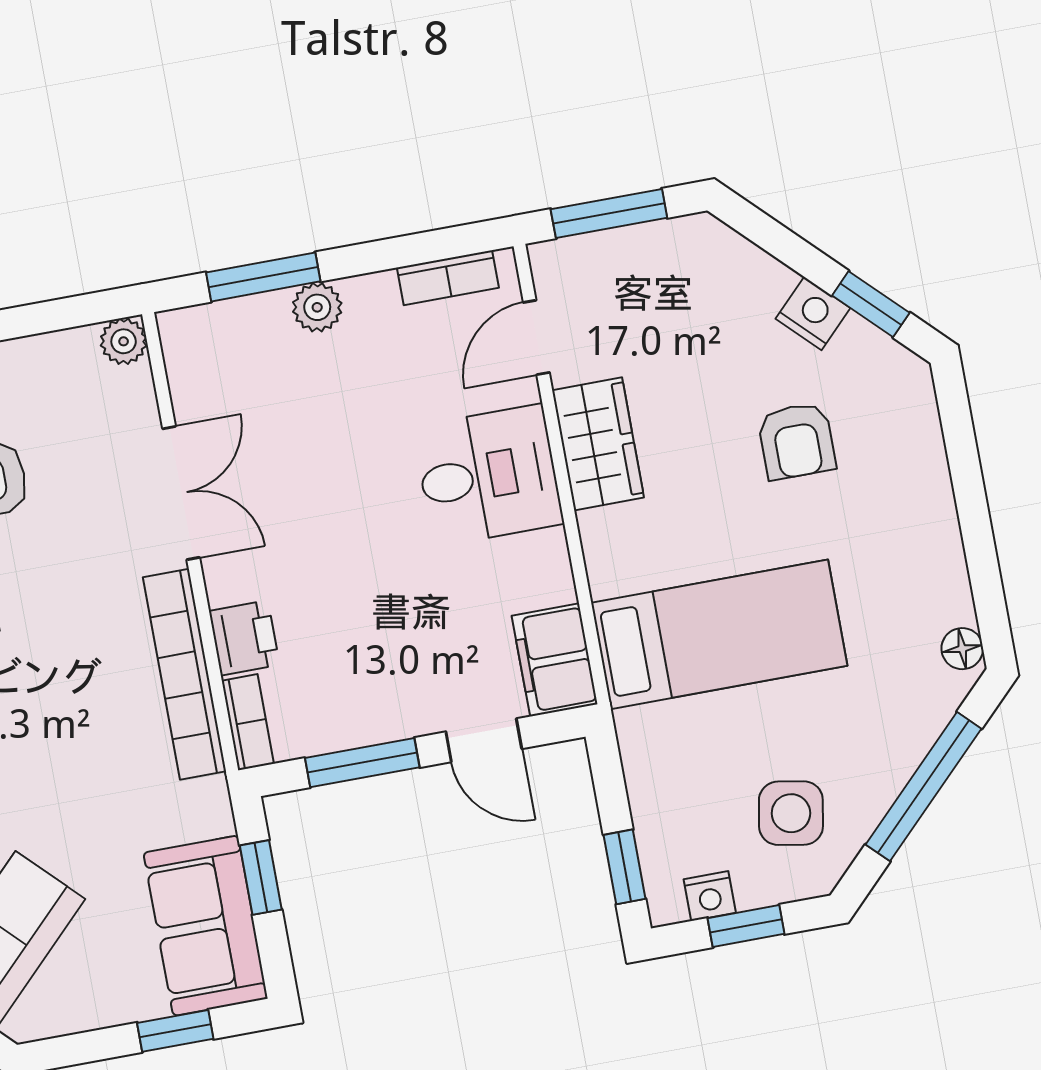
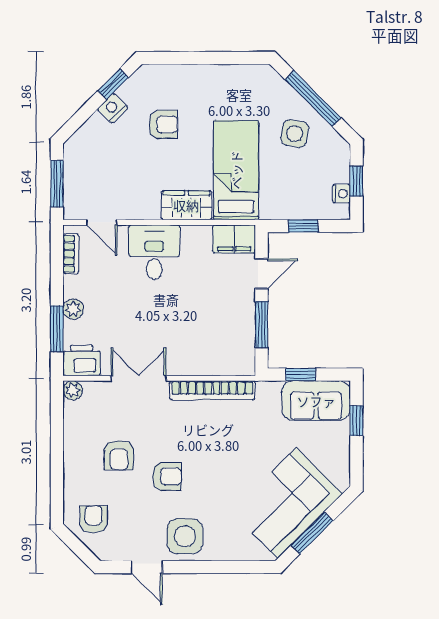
wardrobe: (598, 444) -> (186, 205), moved
printer: (244, 638) -> (82, 360), moved, width x1.36, depth x1.24
floor lamp: (962, 649) -> (260, 73), removed
bookcase: (248, 722) -> (237, 368), removed
side table: (791, 813) -> (295, 134), moved
window: (625, 867) -> (303, 226), moved

